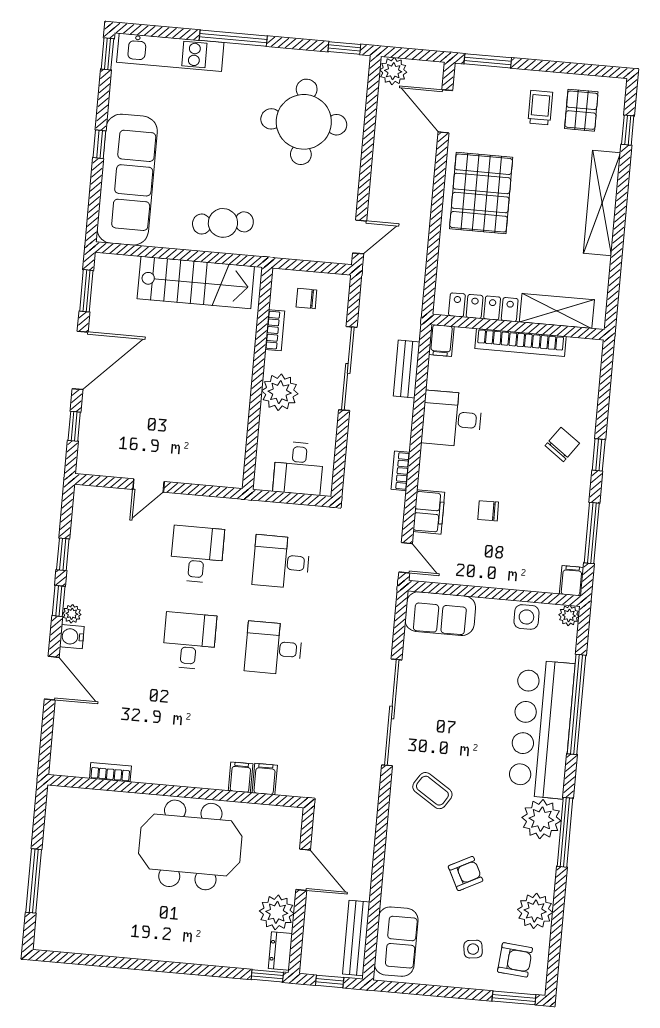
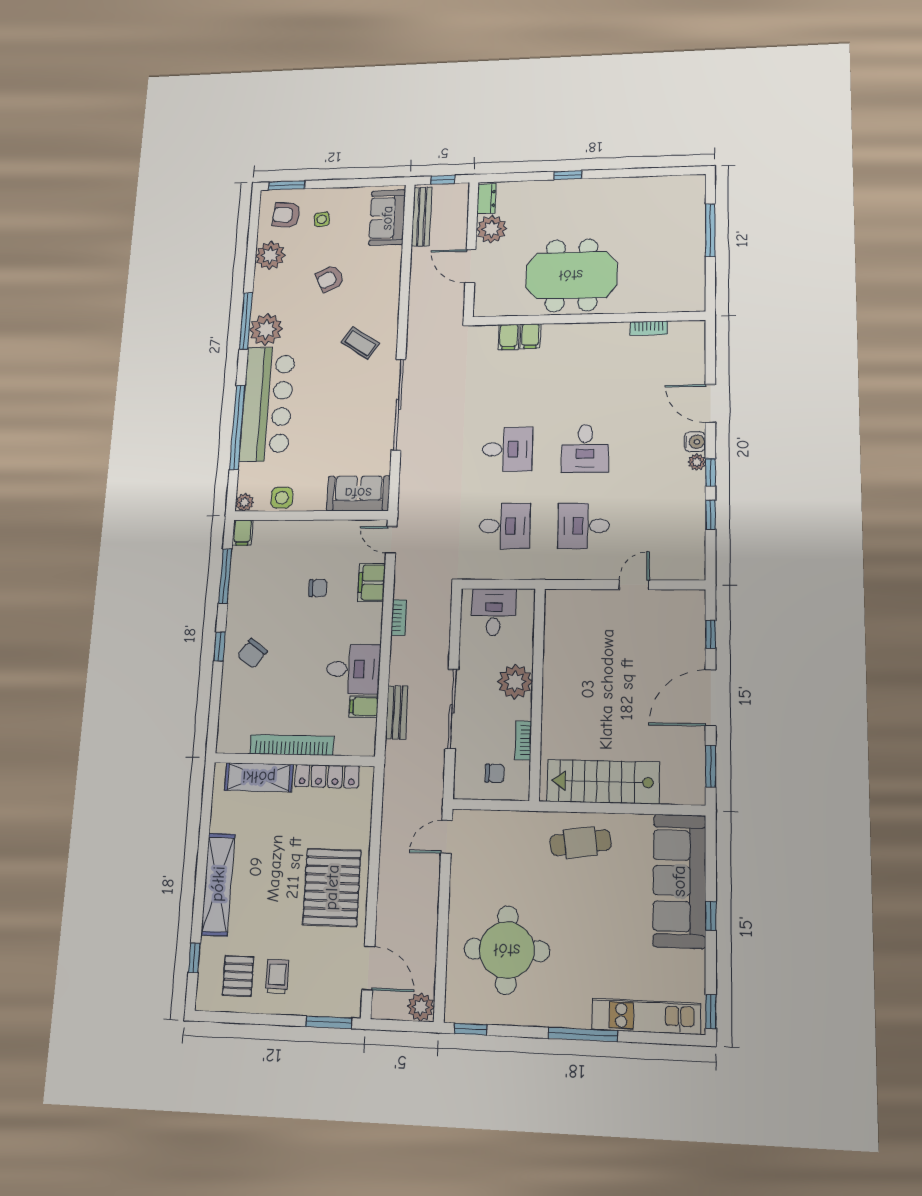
trolley: (540, 108) -> (277, 977), turned 180
filing cabinet: (441, 340) -> (364, 707), moved, turned -90
desk: (197, 554) -> (583, 526), turned 90
window: (267, 976) -> (568, 175), moved

